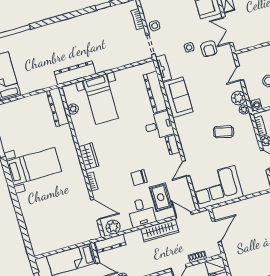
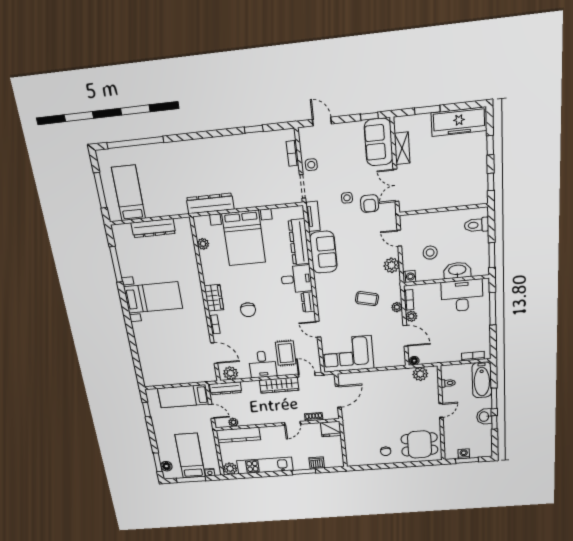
door: (240, 73) -> (399, 238), hinge flipped
bed with nightstands: (101, 99) -> (244, 238), width x1.36
dresser: (58, 107) -> (153, 228), moved, turned -90
plant: (244, 109) -> (397, 307), moved
door: (186, 168) -> (318, 329), hinge flipped
chair: (139, 178) -> (248, 310), moved, turned -90

